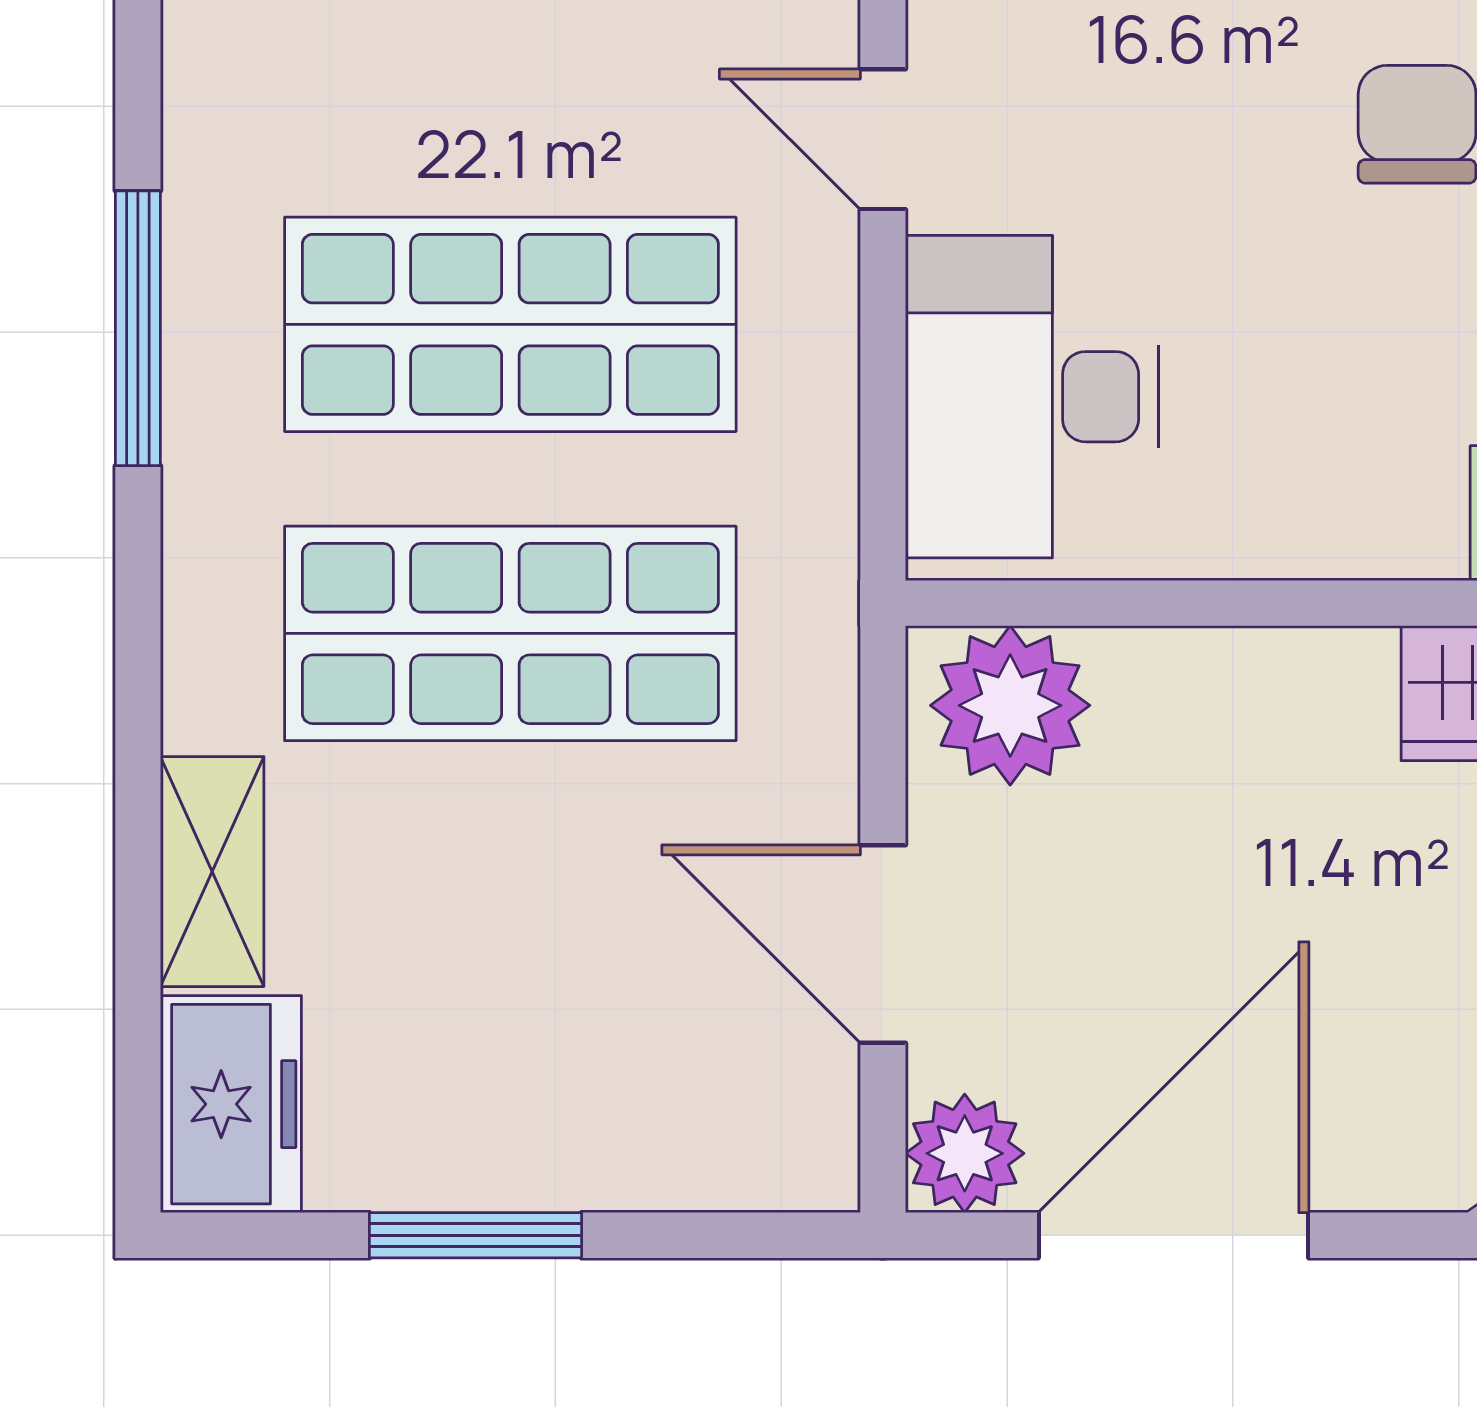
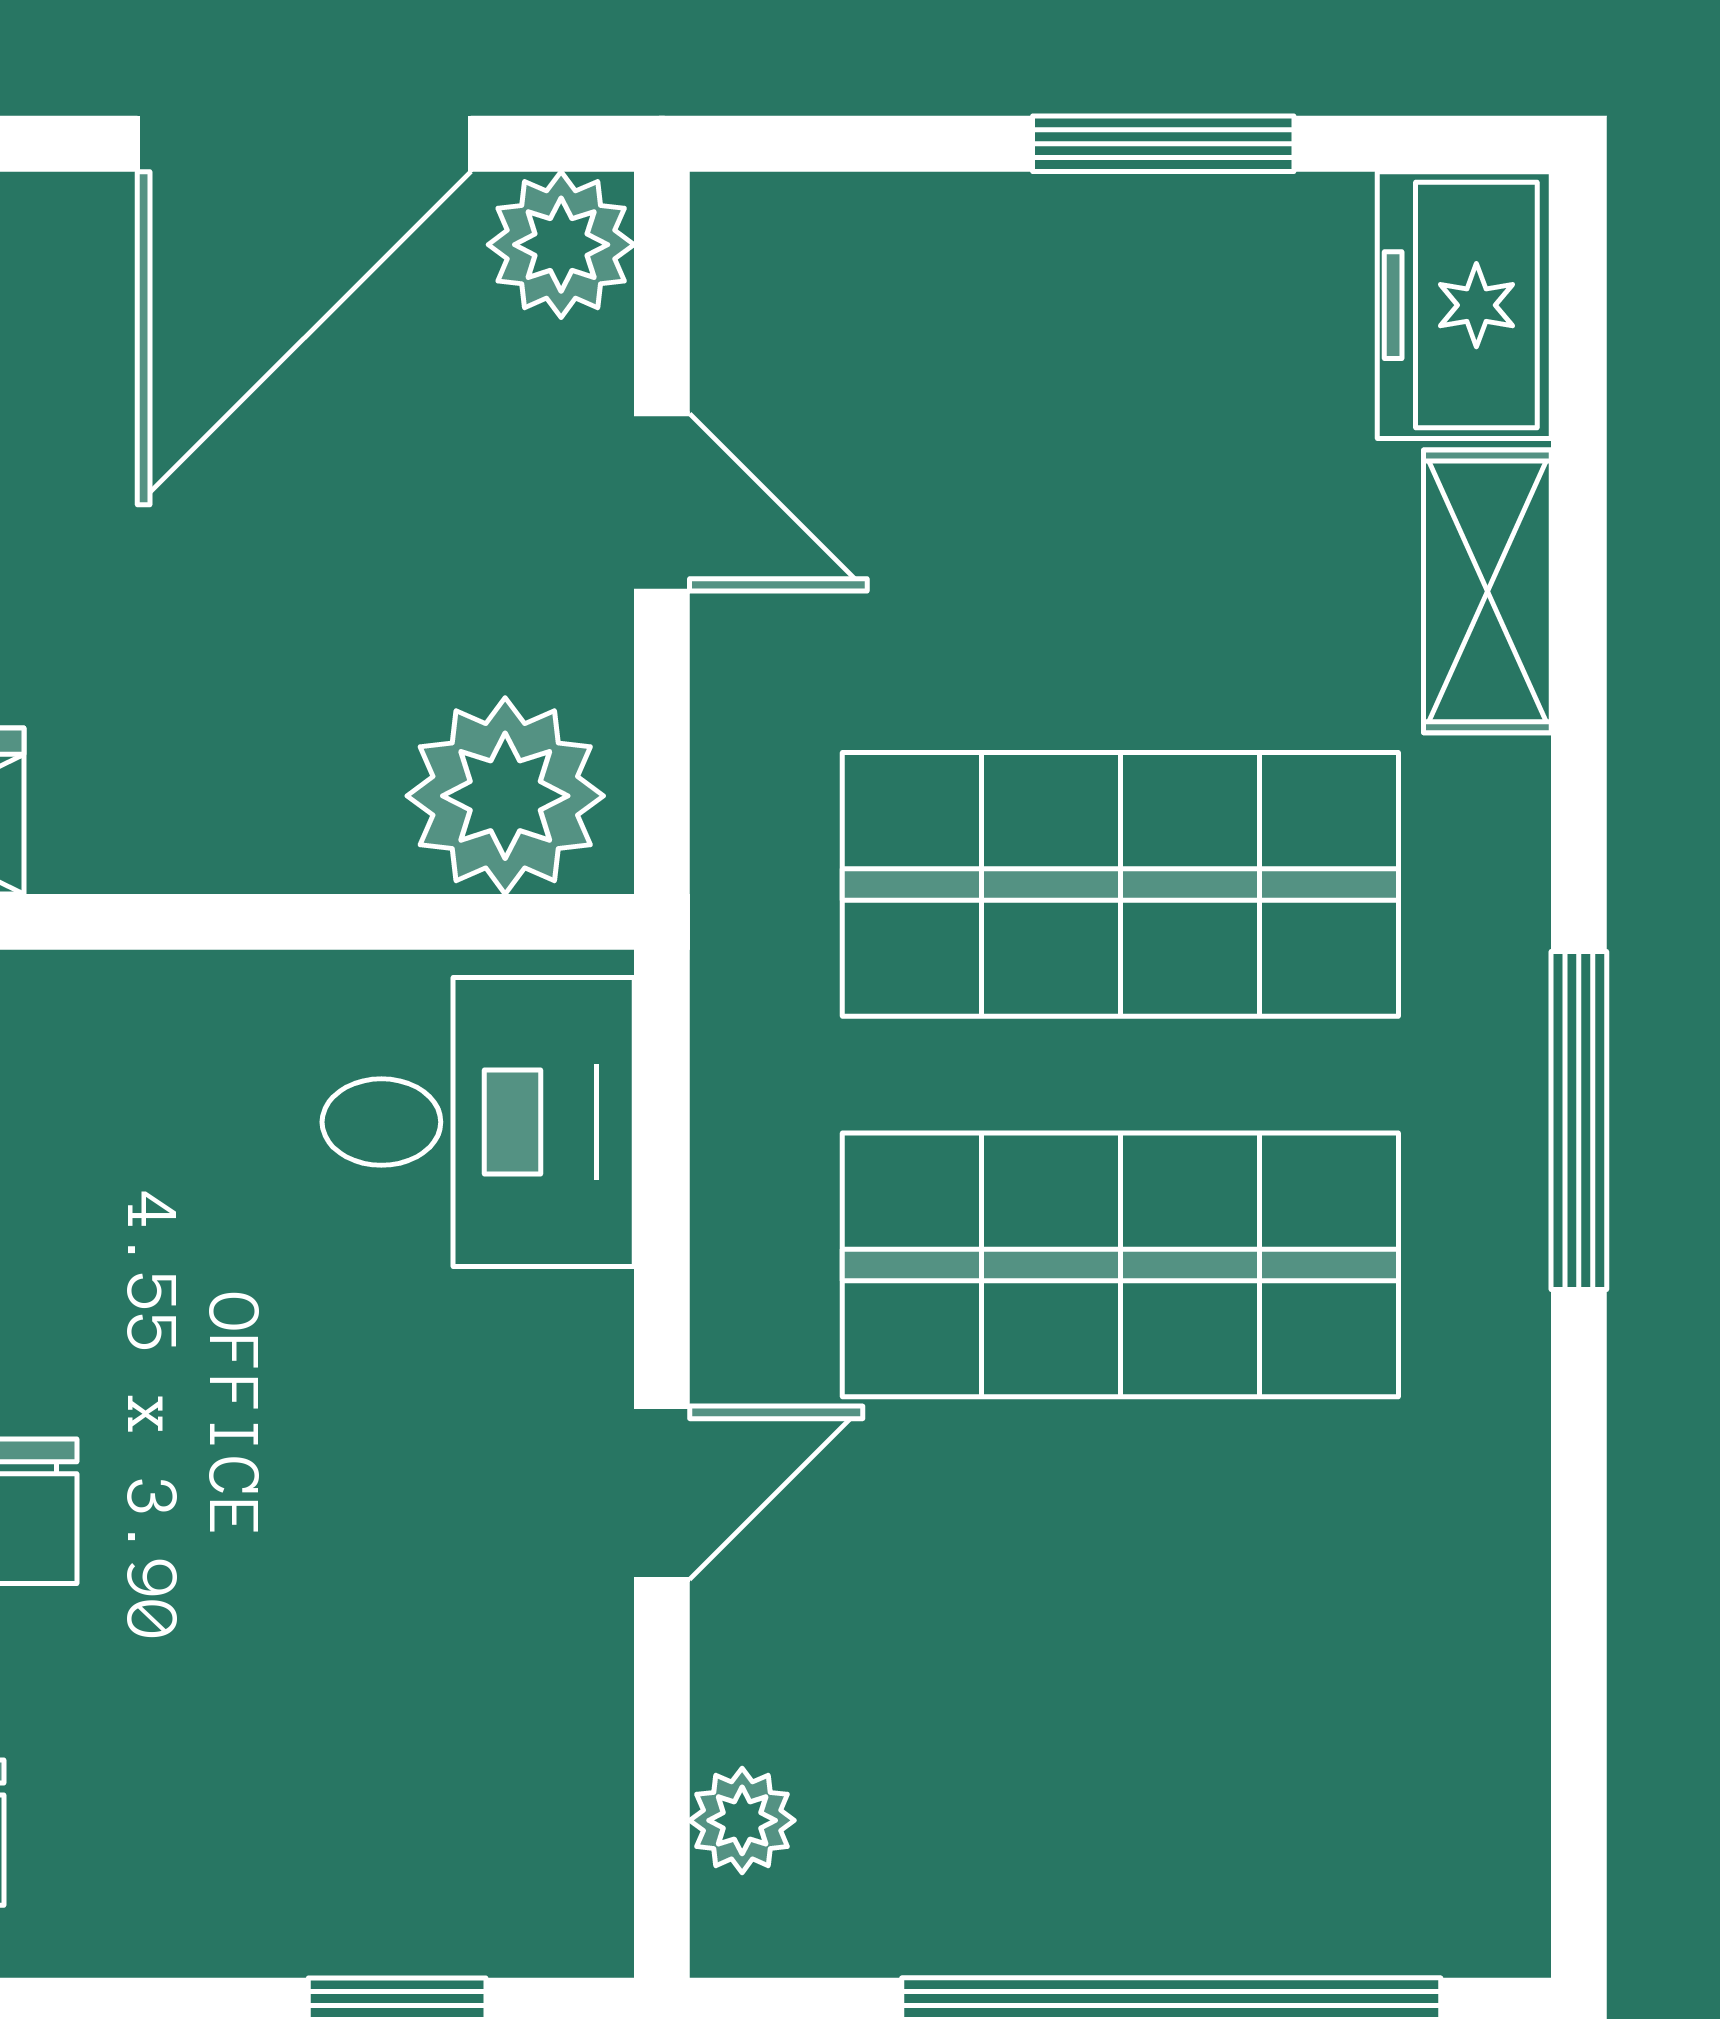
door: (883, 139) -> (662, 1493), hinge flipped
window: (138, 328) -> (1579, 1121), moved
desk: (1032, 397) -> (478, 1122), width x0.73
door: (883, 944) -> (662, 502), width x0.73

